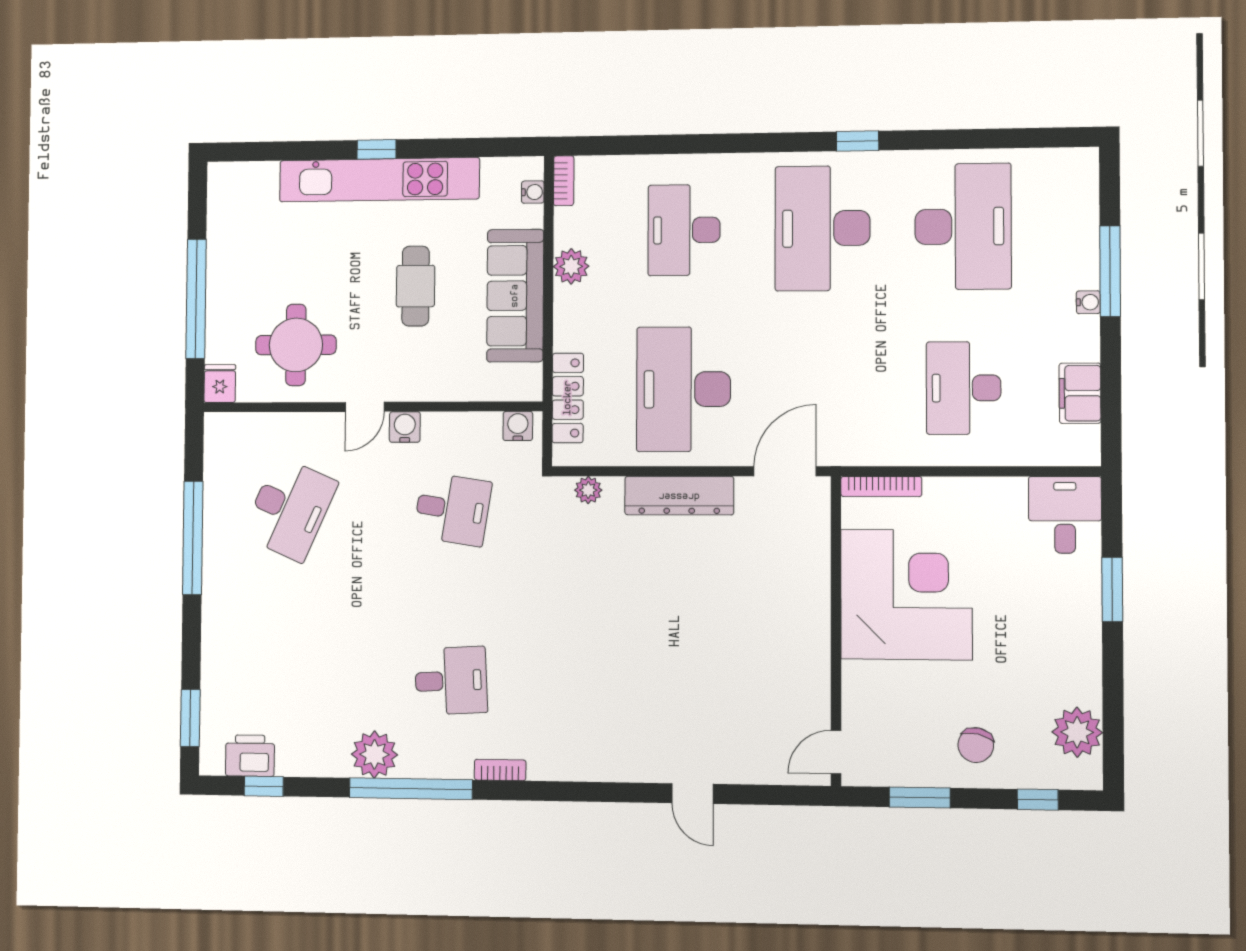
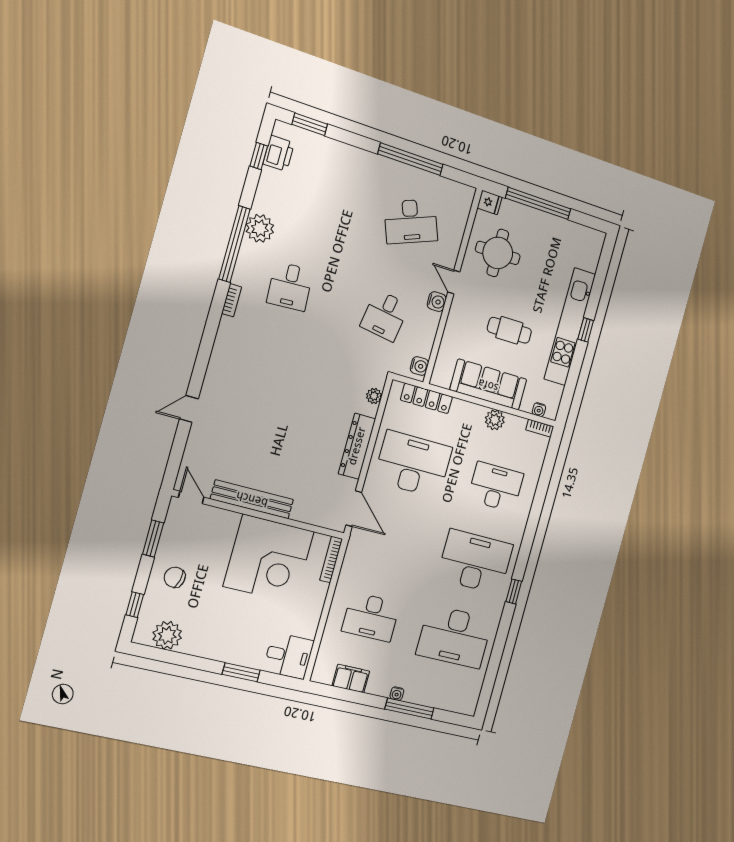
desk: (964, 388) -> (371, 617), turned 180
desk: (290, 509) -> (411, 221), turned -45
bench: (813, 650) -> (252, 499), added

